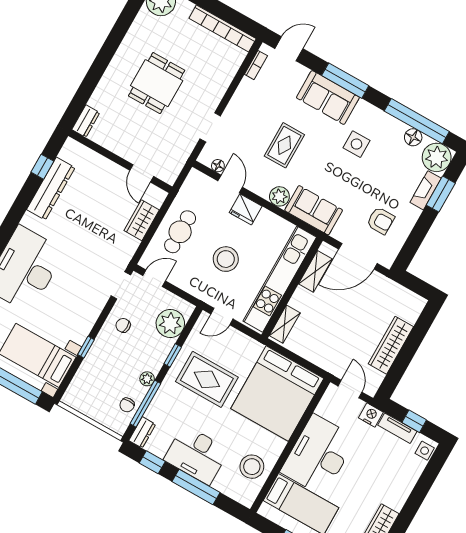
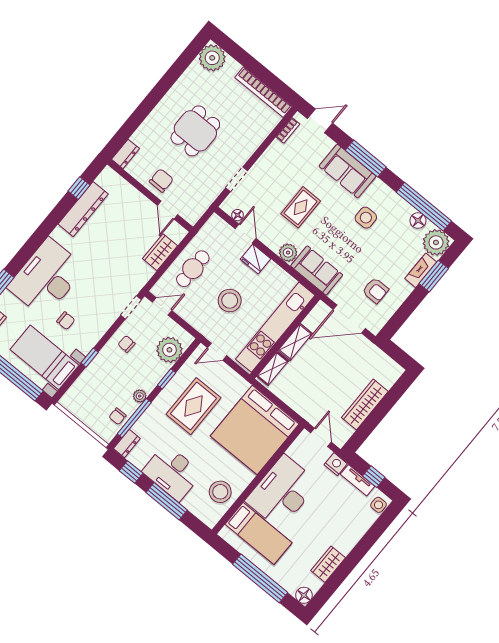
chair: (129, 143) -> (161, 180), added
shelving: (315, 271) -> (295, 342), moved
chair: (53, 312) -> (66, 321), added
rug: (207, 379) -> (194, 406), turned 90

